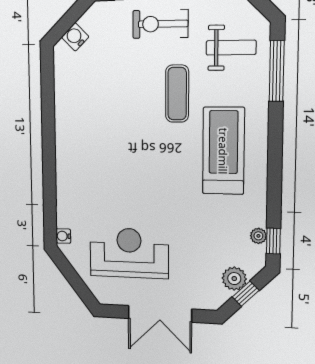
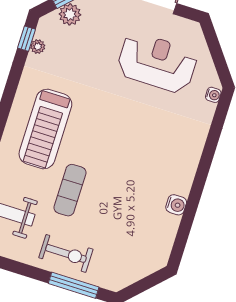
water cooler: (75, 37) -> (176, 205), moved, turned -45
reception desk: (129, 253) -> (157, 63), turned 180

